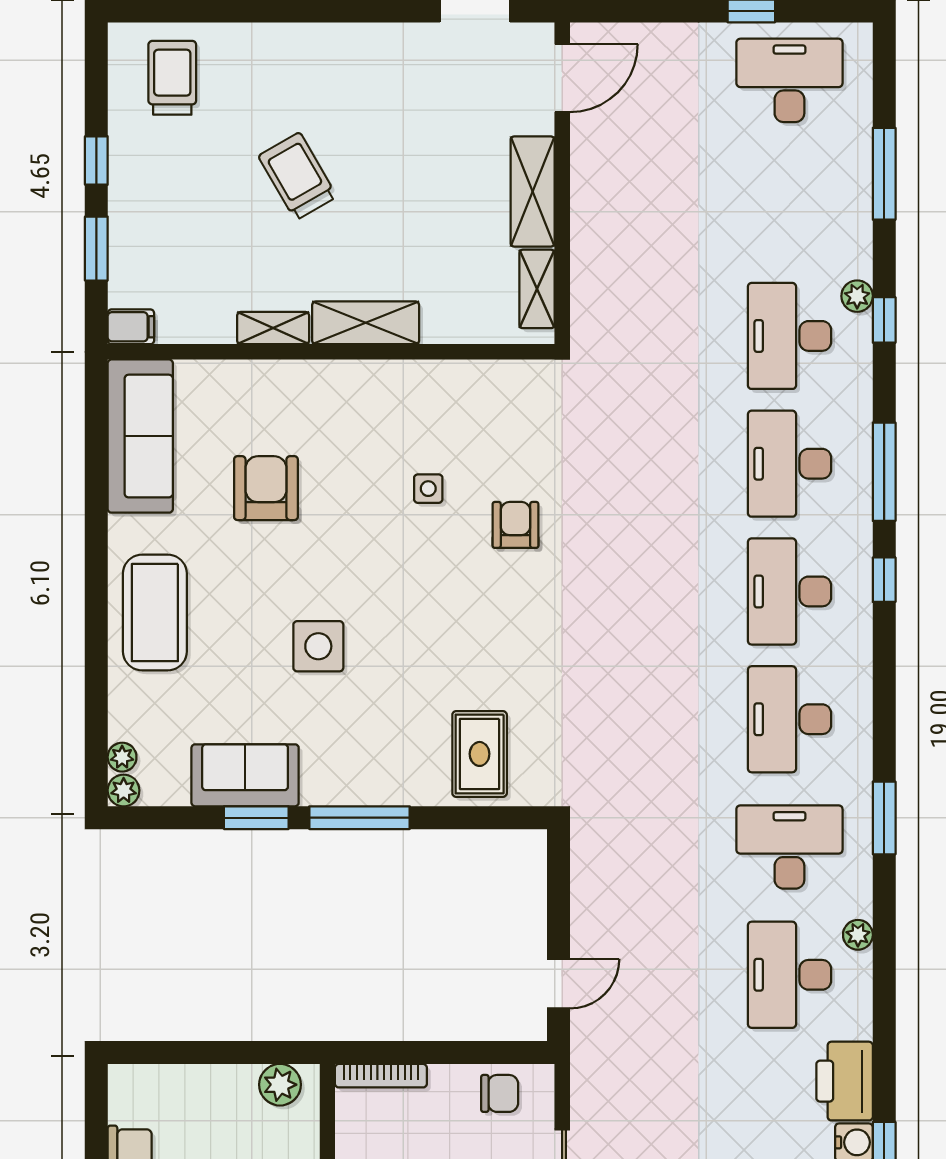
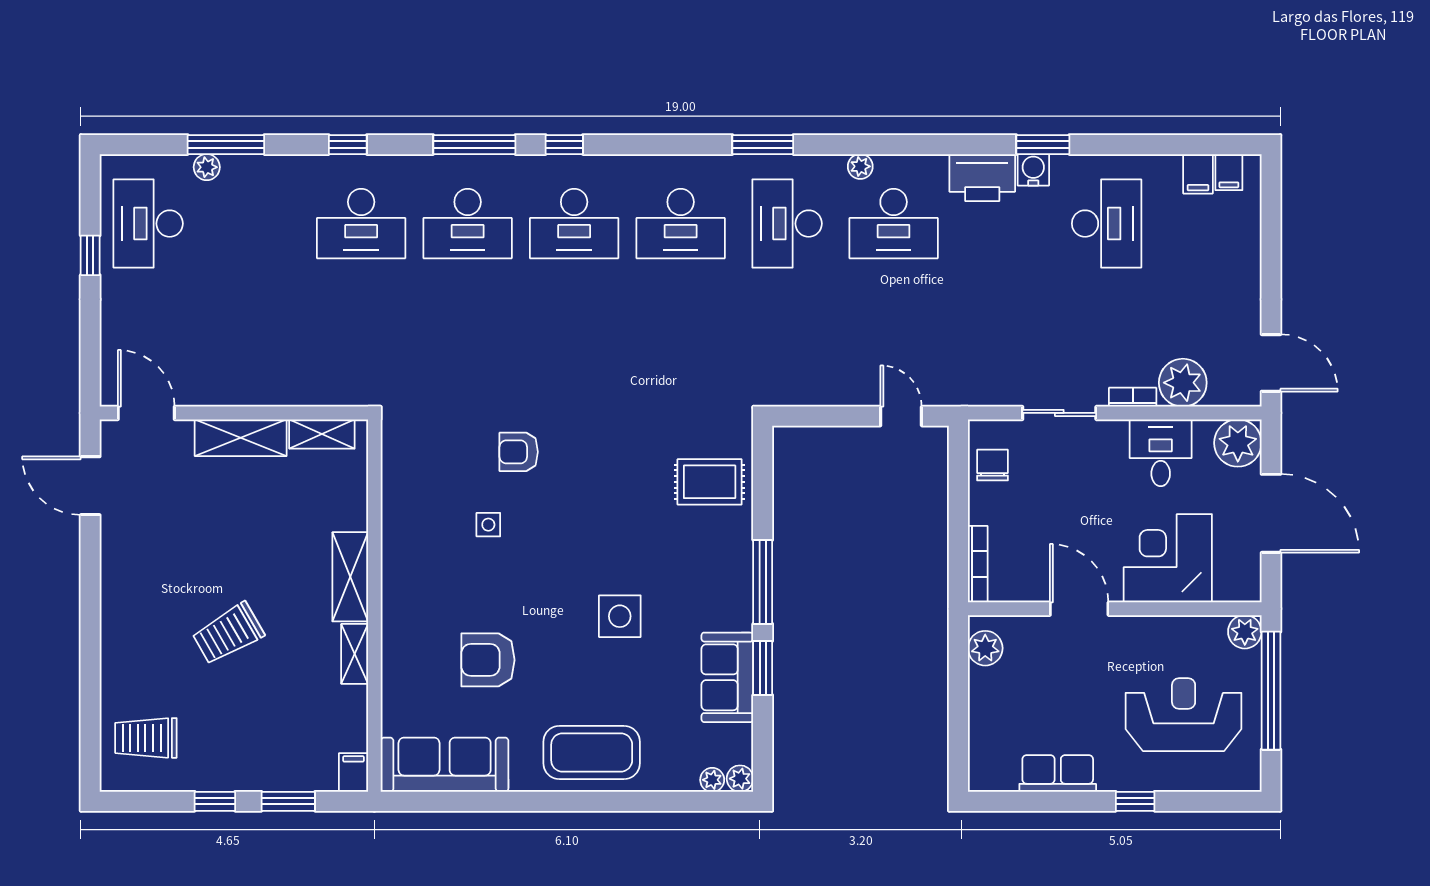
plant: (857, 296) -> (207, 167), moved

